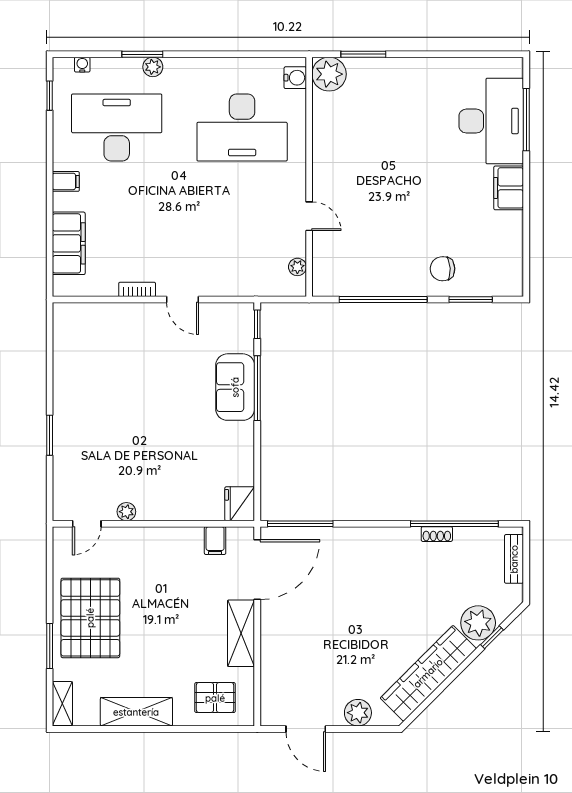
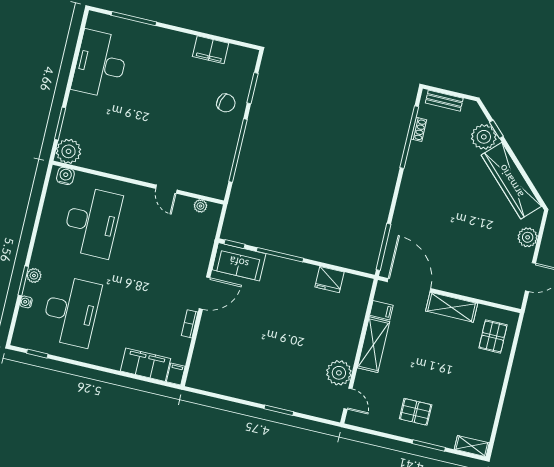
water cooler: (82, 65) -> (26, 302), moved
desk: (491, 121) -> (100, 64), moved, turned -90
desk: (117, 128) -> (71, 311), turned 180
filing cabinet: (66, 181) -> (176, 374), moved
filing cabinet: (509, 188) -> (211, 50), moved
door: (309, 216) -> (166, 189), swing flipped
chair: (443, 269) -> (226, 103), turned -71
door: (183, 300) -> (204, 293), width x1.38
sofa: (235, 387) -> (239, 262), moved
fridge: (240, 504) -> (330, 280), moved
plant: (126, 512) -> (339, 373), width x1.88, depth x1.88
shoe rack: (437, 534) -> (419, 129), moved
pallet: (90, 618) -> (416, 412), width x0.49, depth x0.50
shelving: (136, 712) -> (373, 345), moved

